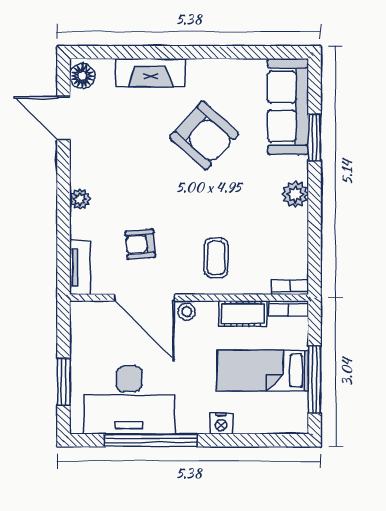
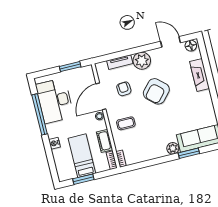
door: (64, 118) -> (170, 42), hinge flipped
armchair: (204, 135) -> (156, 91), moved
plant: (295, 194) -> (173, 148), moved
plant: (80, 199) -> (142, 61), width x1.87, depth x1.87
tv unit: (80, 267) -> (120, 62), moved
window: (315, 380) -> (83, 179), width x0.69
window: (64, 382) -> (70, 67), moved

